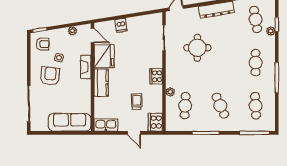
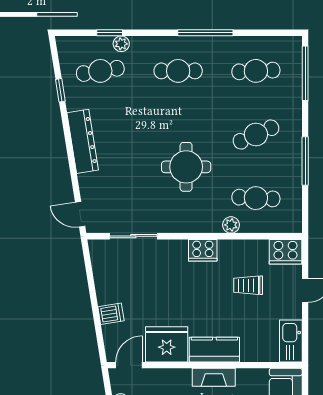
round table: (197, 48) -> (186, 167), moved
fireplace: (86, 67) -> (214, 377), moved

